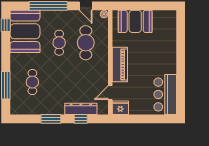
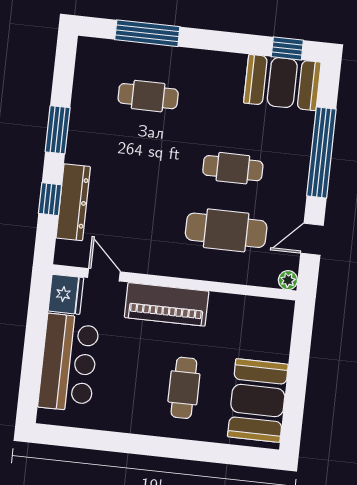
booth: (135, 21) -> (258, 401), moved
booth: (25, 31) -> (282, 83), width x0.73, depth x0.70
cafe table: (155, 53) -> (184, 388), added
bar counter: (165, 94) -> (69, 363), moved, turned 90

